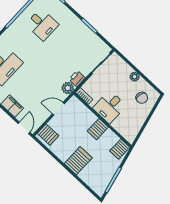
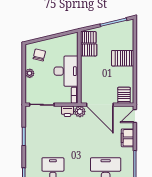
desk: (109, 107) -> (66, 71), width x1.37
door: (58, 109) -> (100, 105), width x1.87
server rack: (98, 129) -> (89, 50), moved

